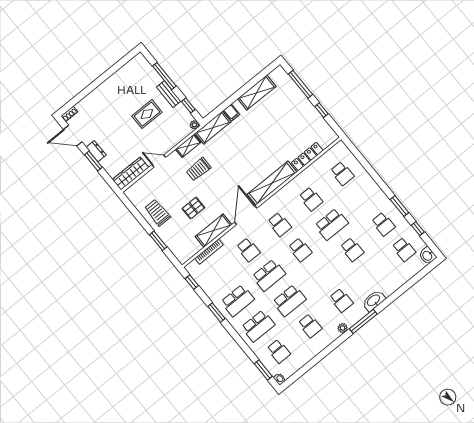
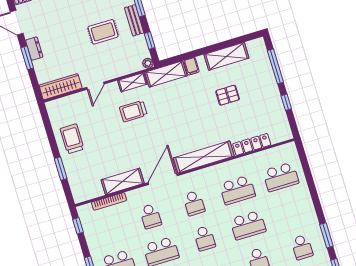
door: (159, 161) -> (95, 86), swing flipped
school desk: (342, 173) -> (281, 177), width x1.85
school desk: (311, 199) -> (237, 190), width x1.85
pallet: (193, 208) -> (228, 95), moved

